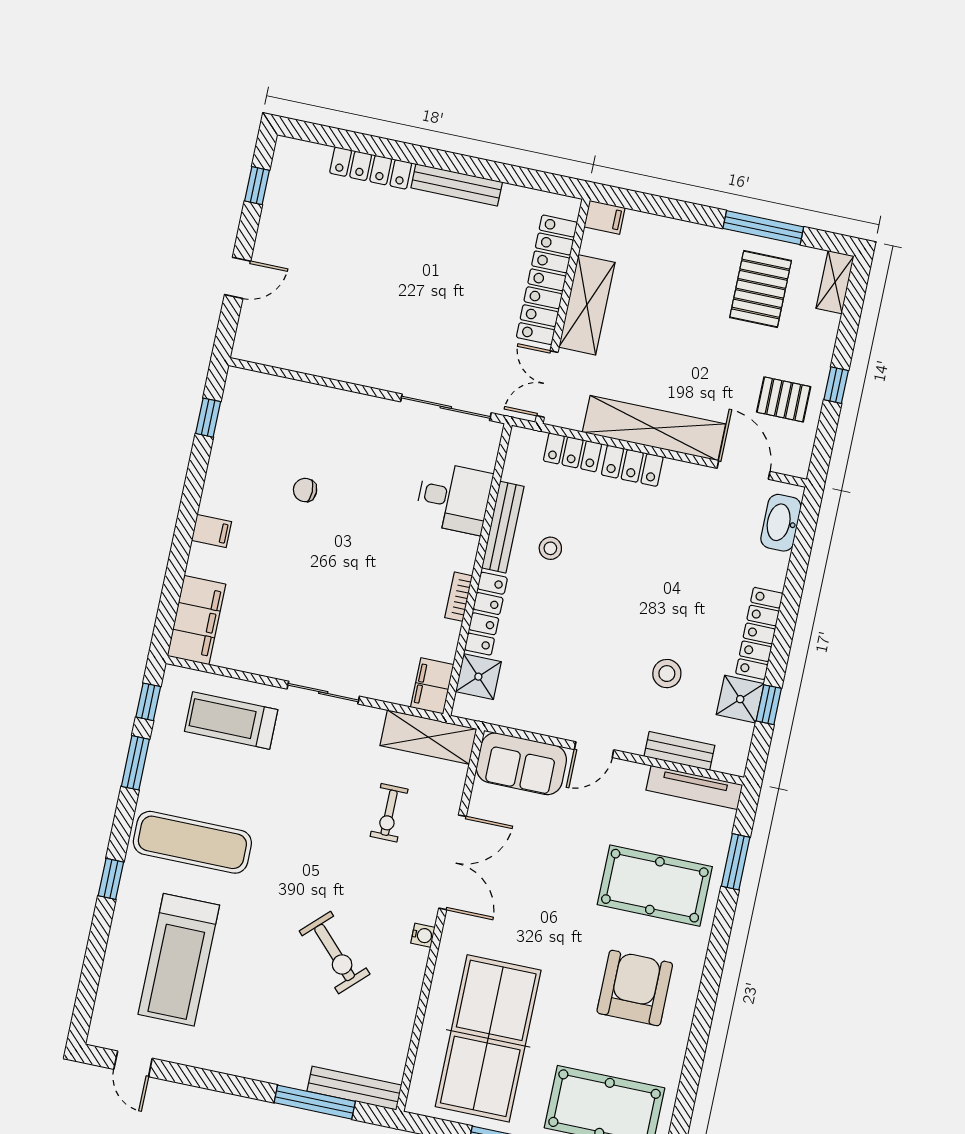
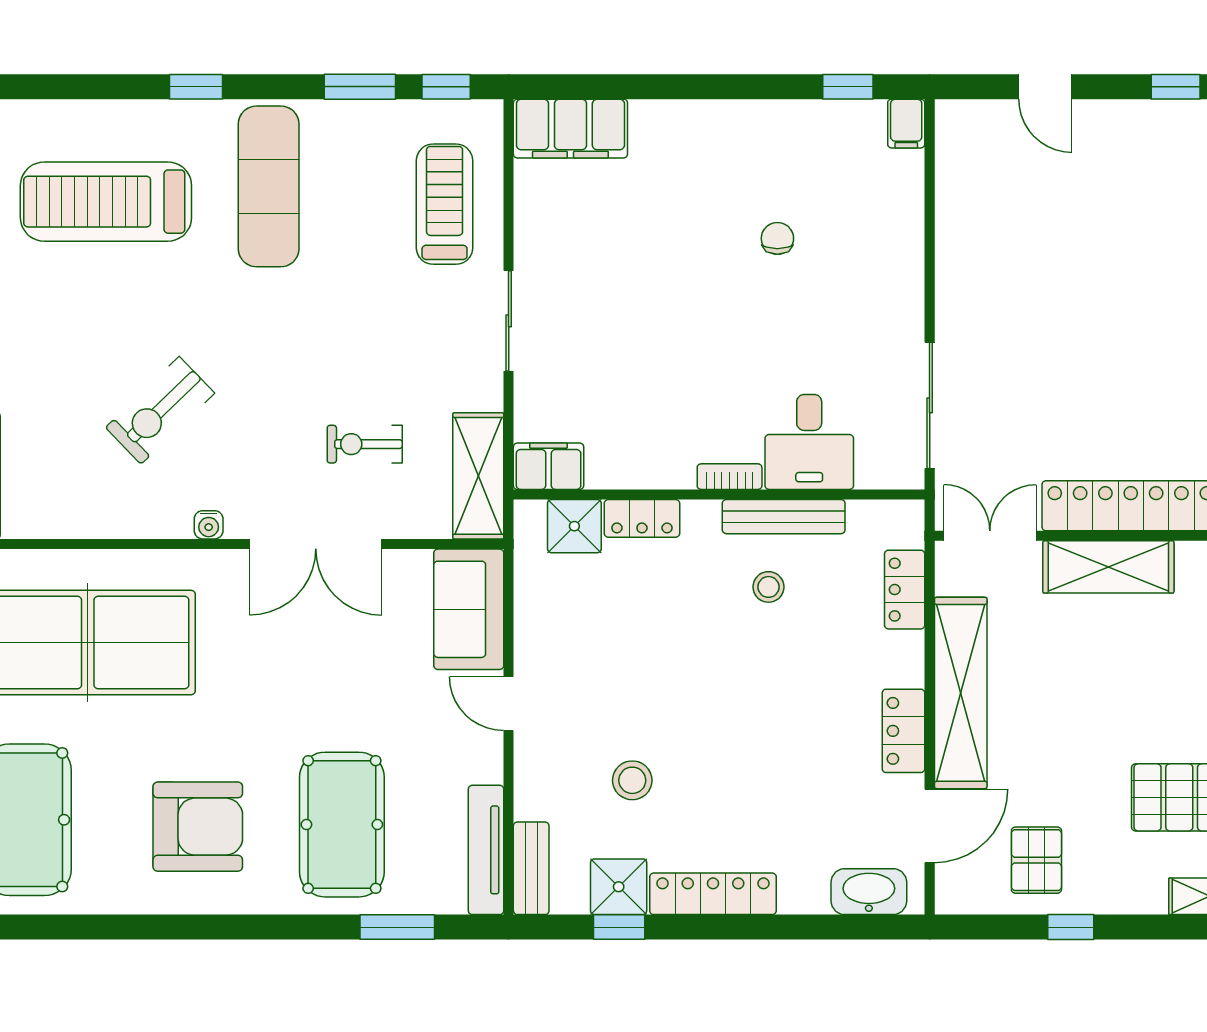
locker: (632, 466) -> (903, 731), moved
filing cabinet: (212, 531) -> (906, 124), moved
bookcase: (459, 597) -> (730, 477), moved
locker: (486, 614) -> (642, 518), width x0.66
bench: (679, 751) -> (531, 868), moved

